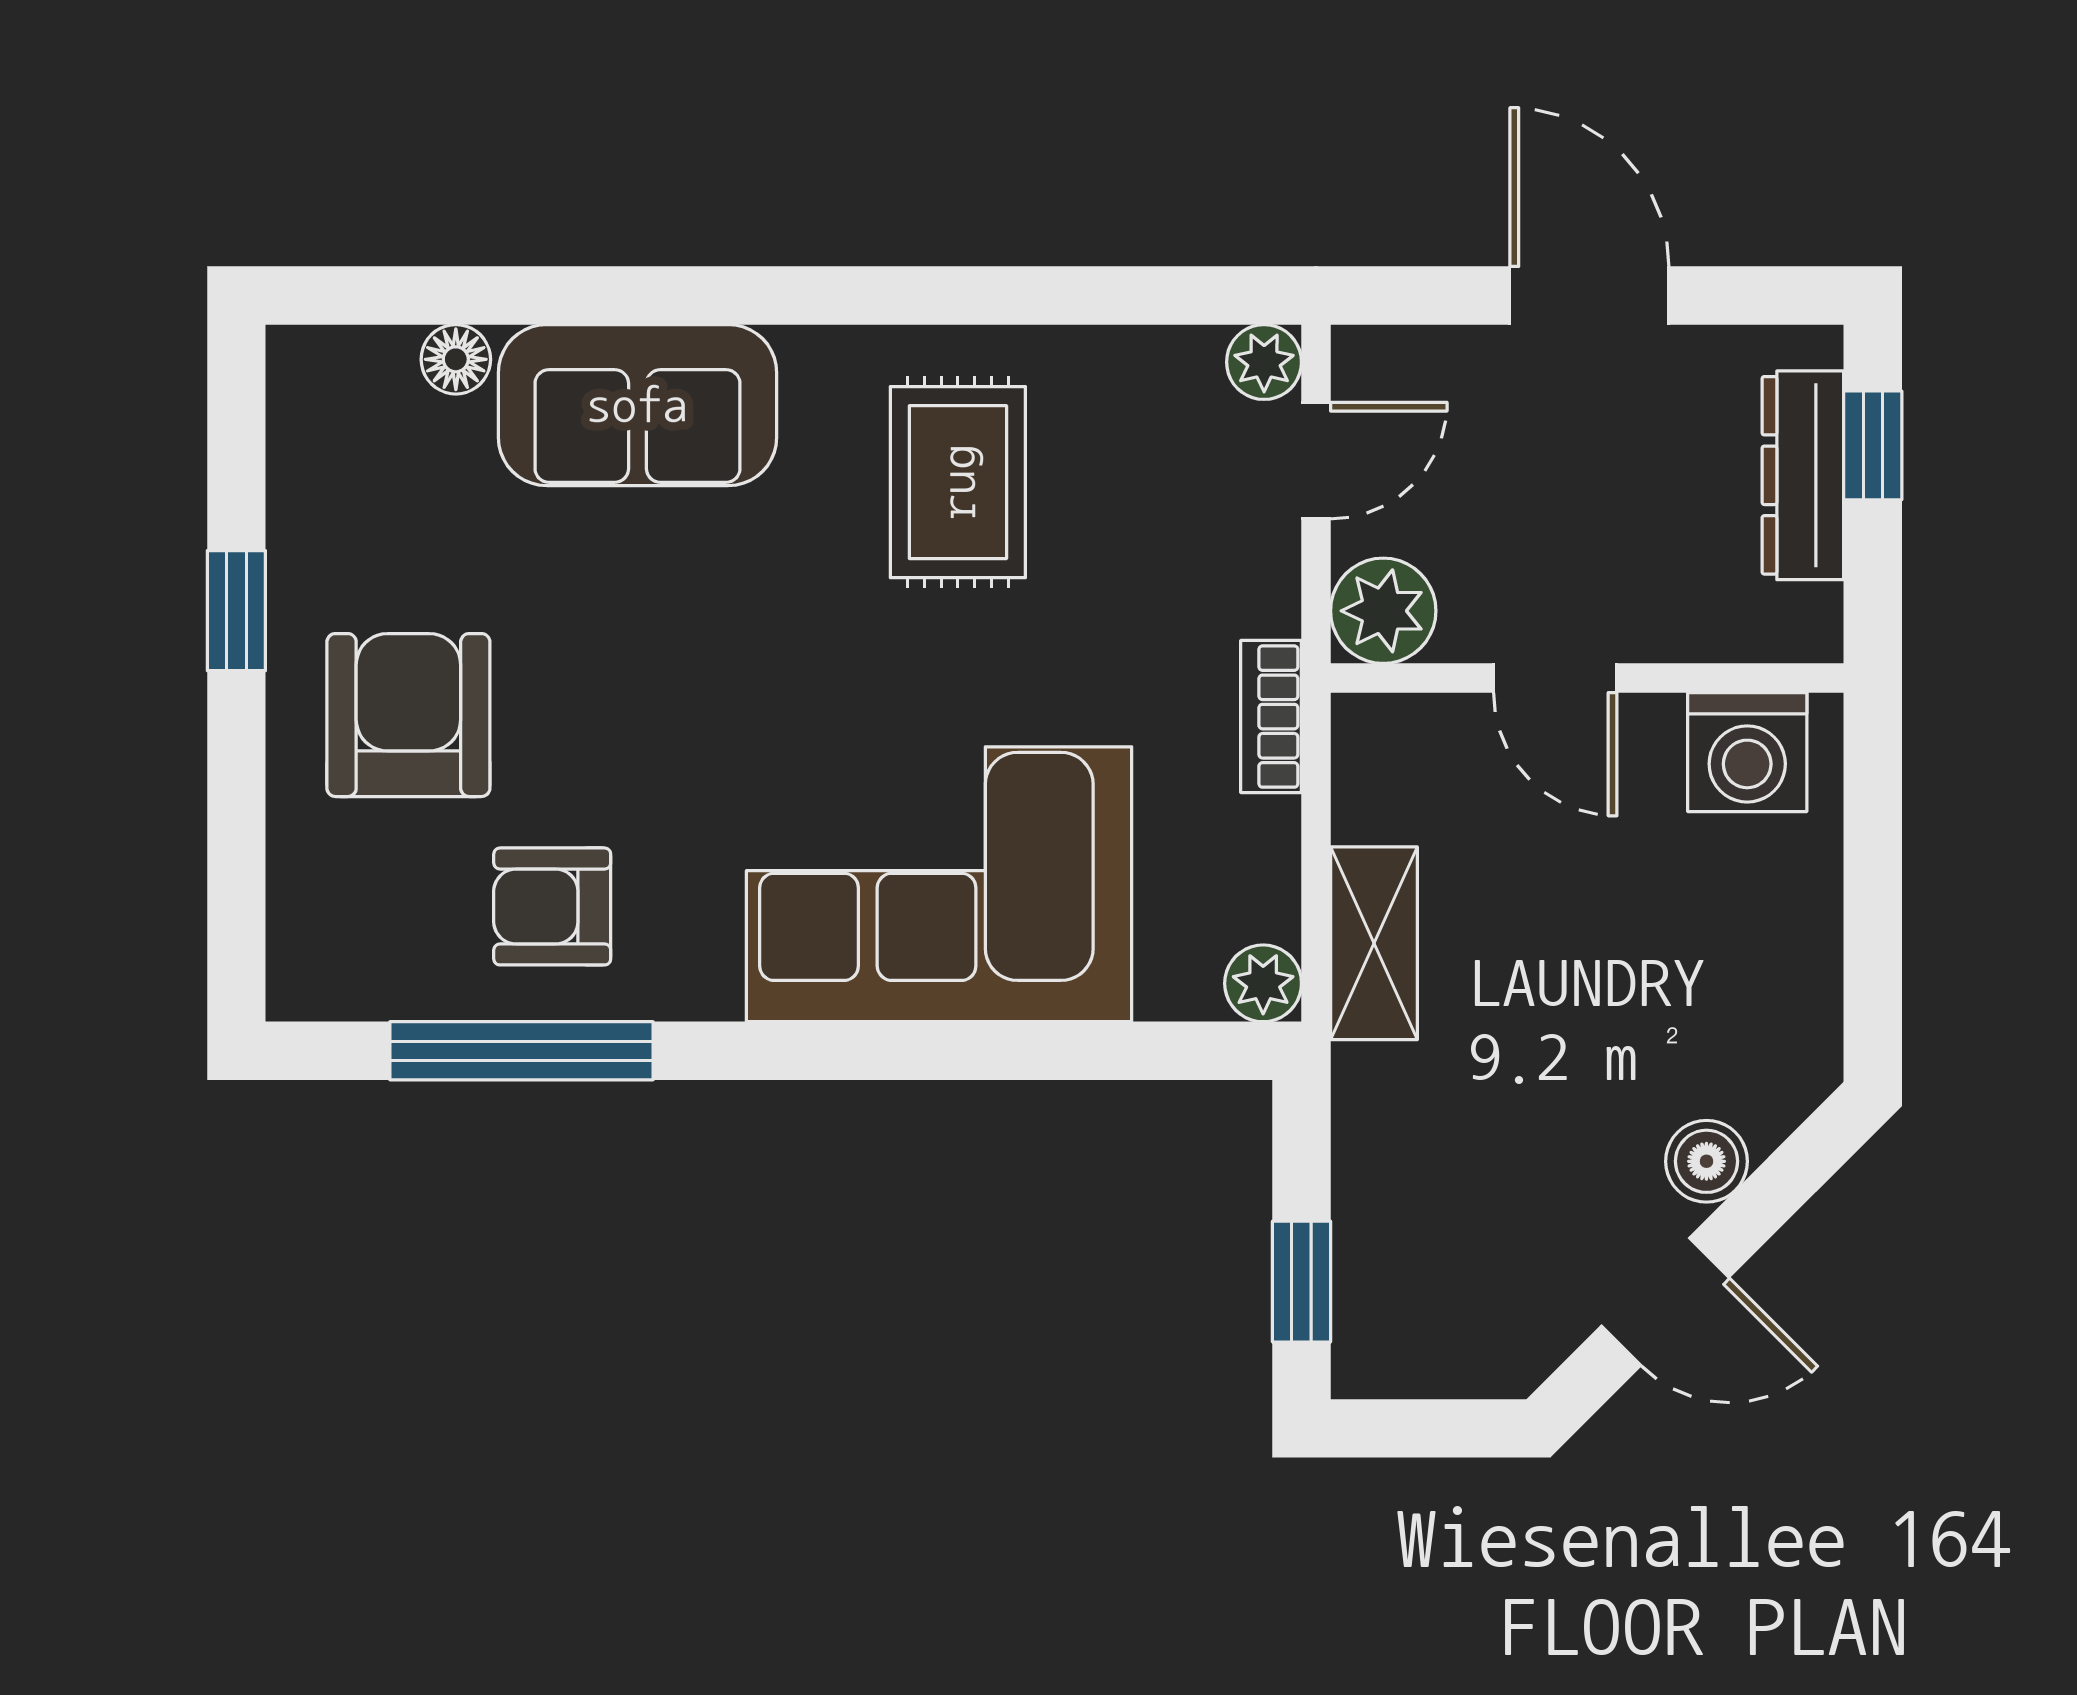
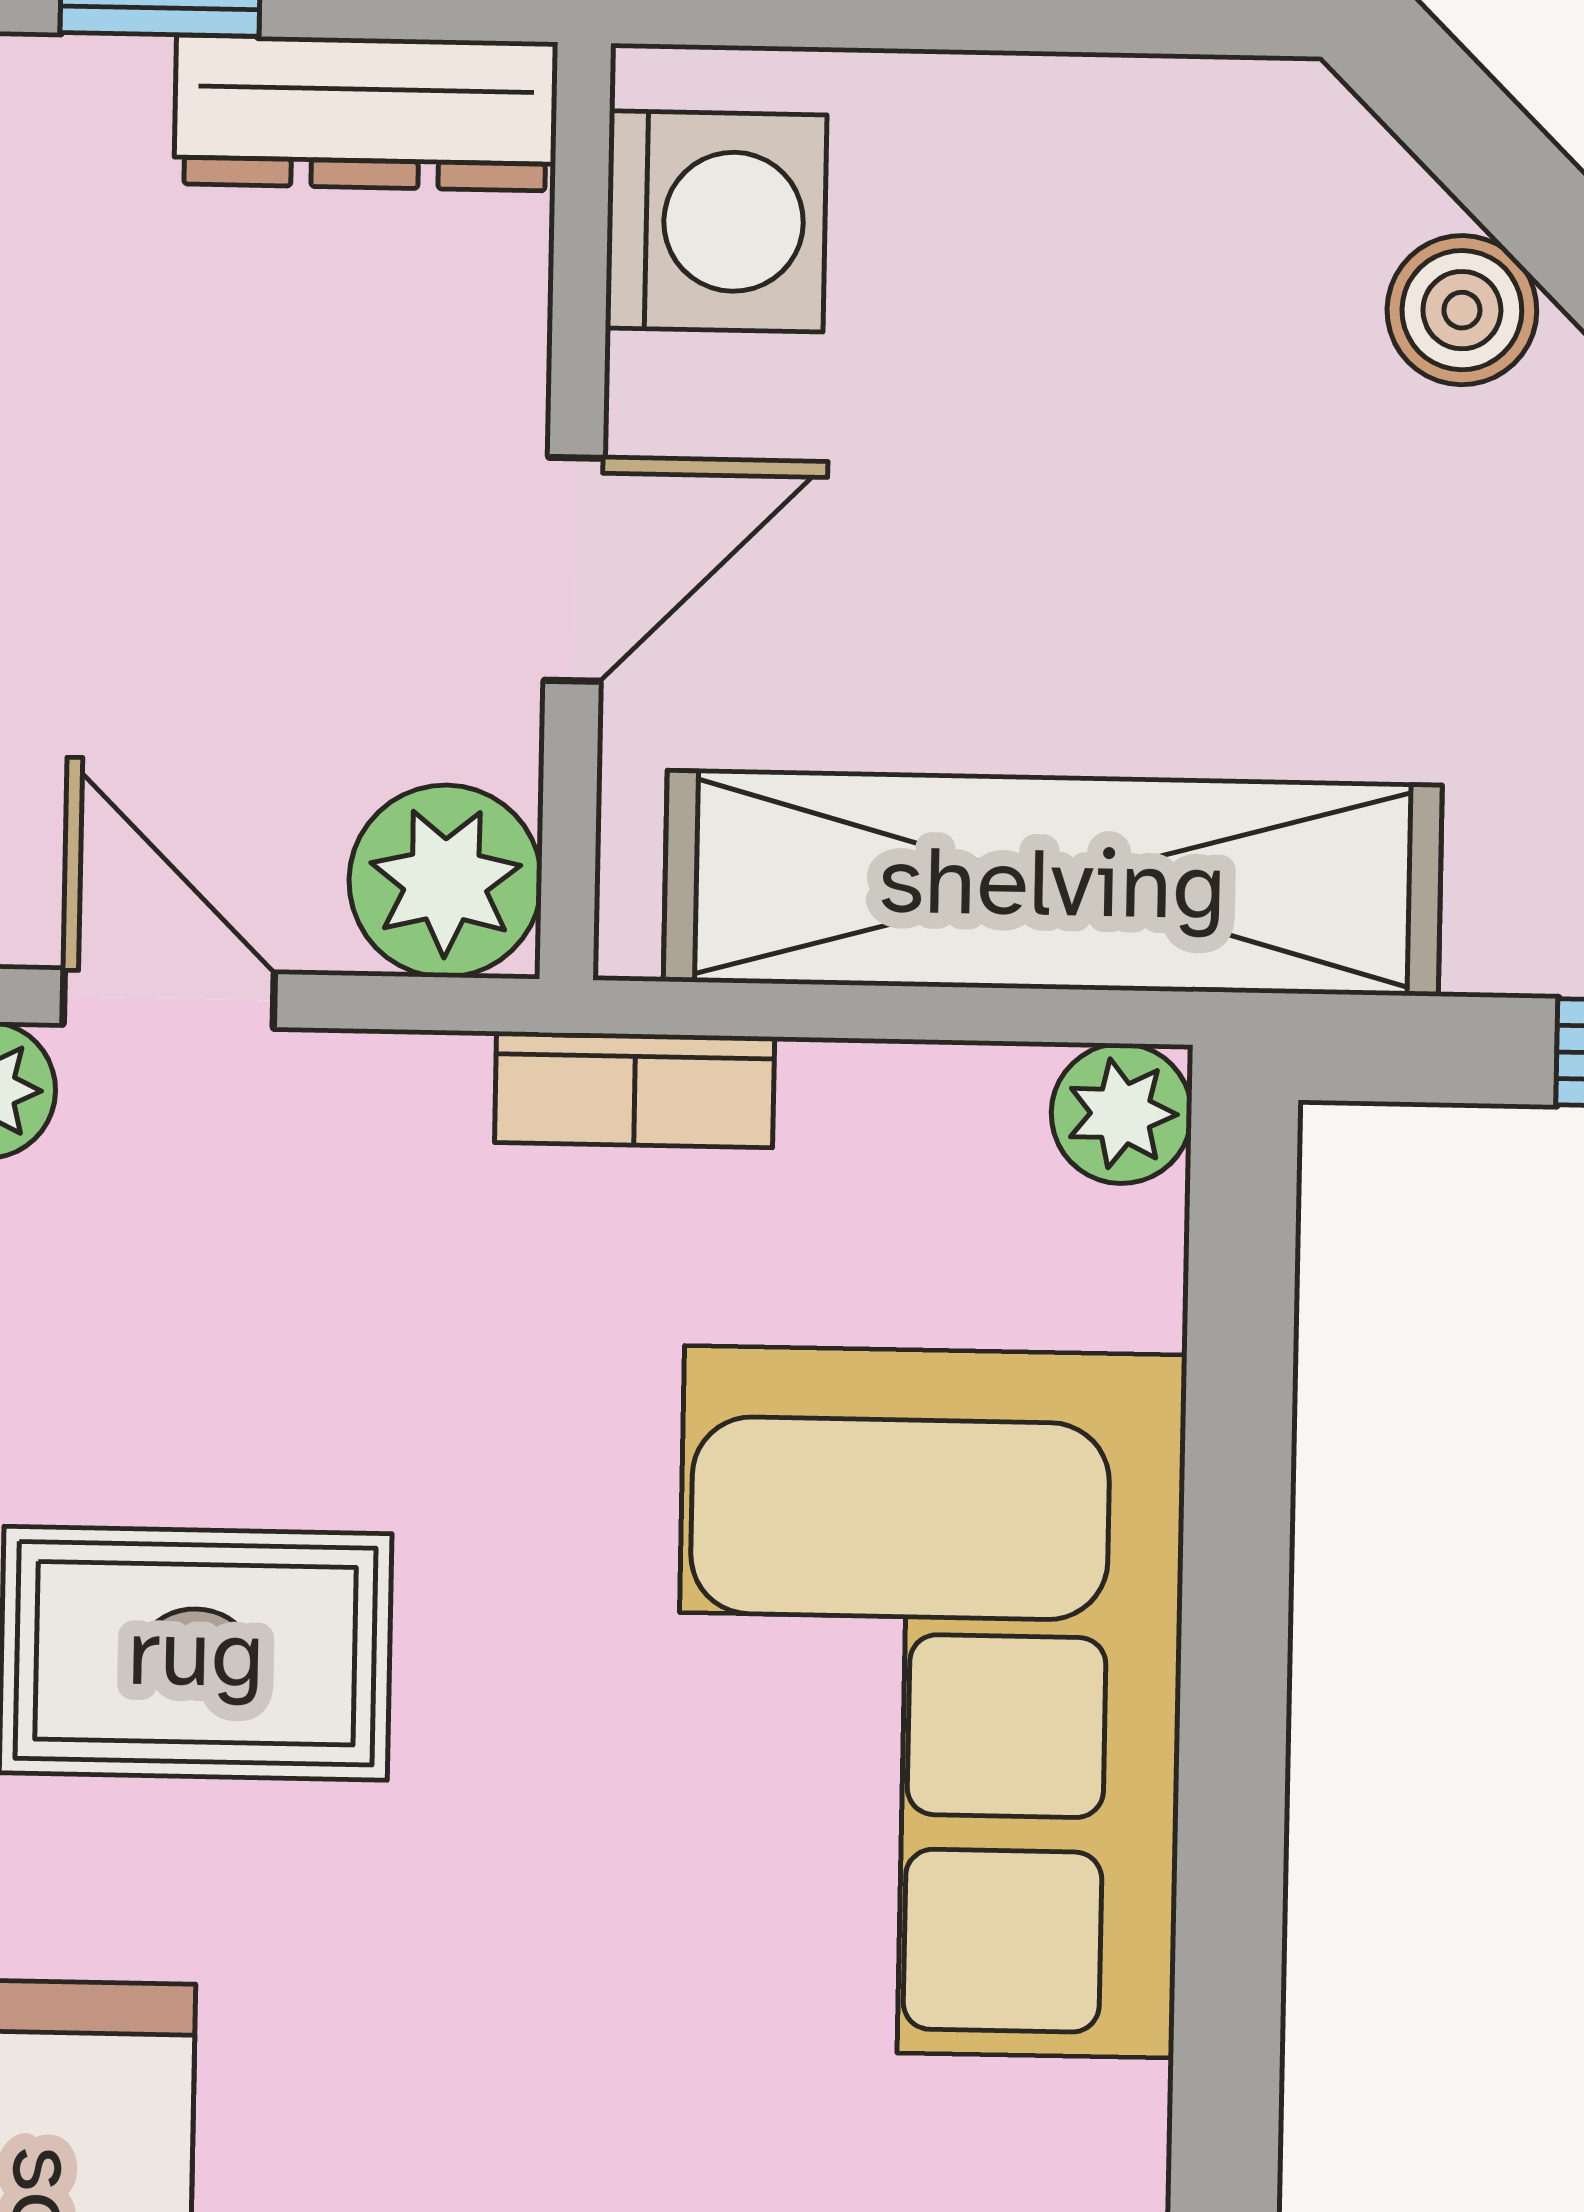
dresser: (1803, 475) -> (366, 113), moved
shelving: (1374, 943) -> (1053, 883), width x2.20, depth x1.33

